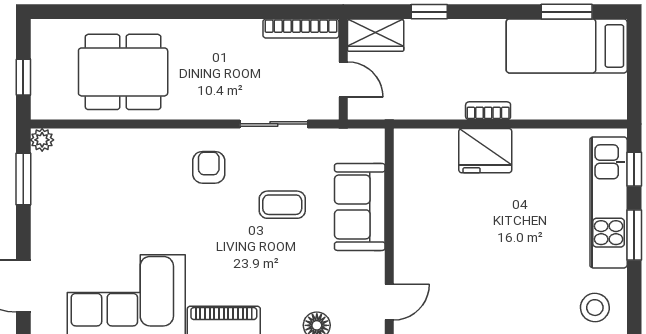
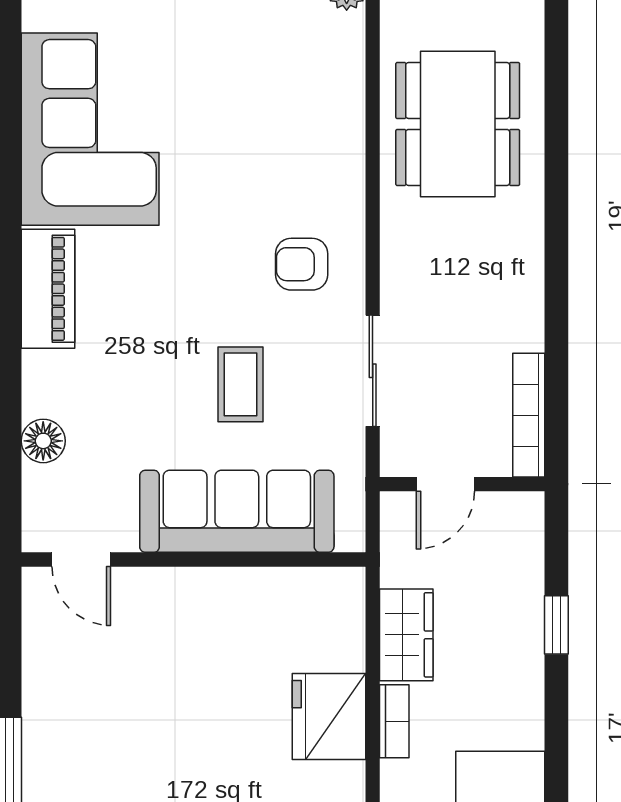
wardrobe: (376, 35) -> (406, 635), moved, turned 180
armchair: (209, 167) -> (302, 264), turned 180
sofa: (360, 207) -> (237, 511), width x1.36

